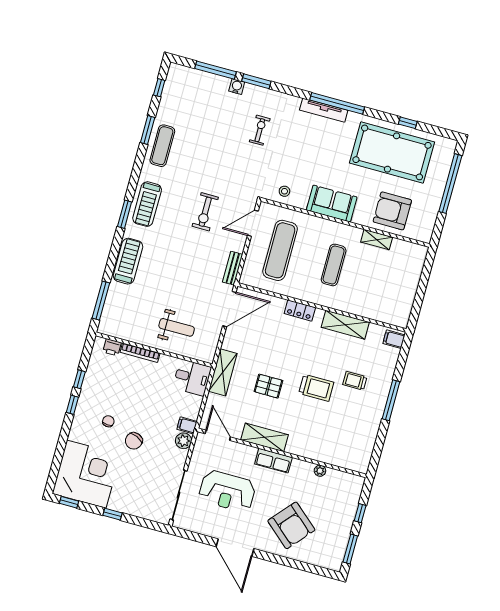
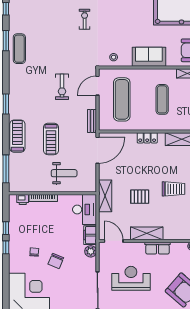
treadmill: (147, 204) -> (51, 139), moved
desk: (192, 378) -> (85, 209), width x1.37
filing cabinet: (187, 425) -> (90, 235), width x2.00
reception desk: (227, 491) -> (131, 278), turned 180

